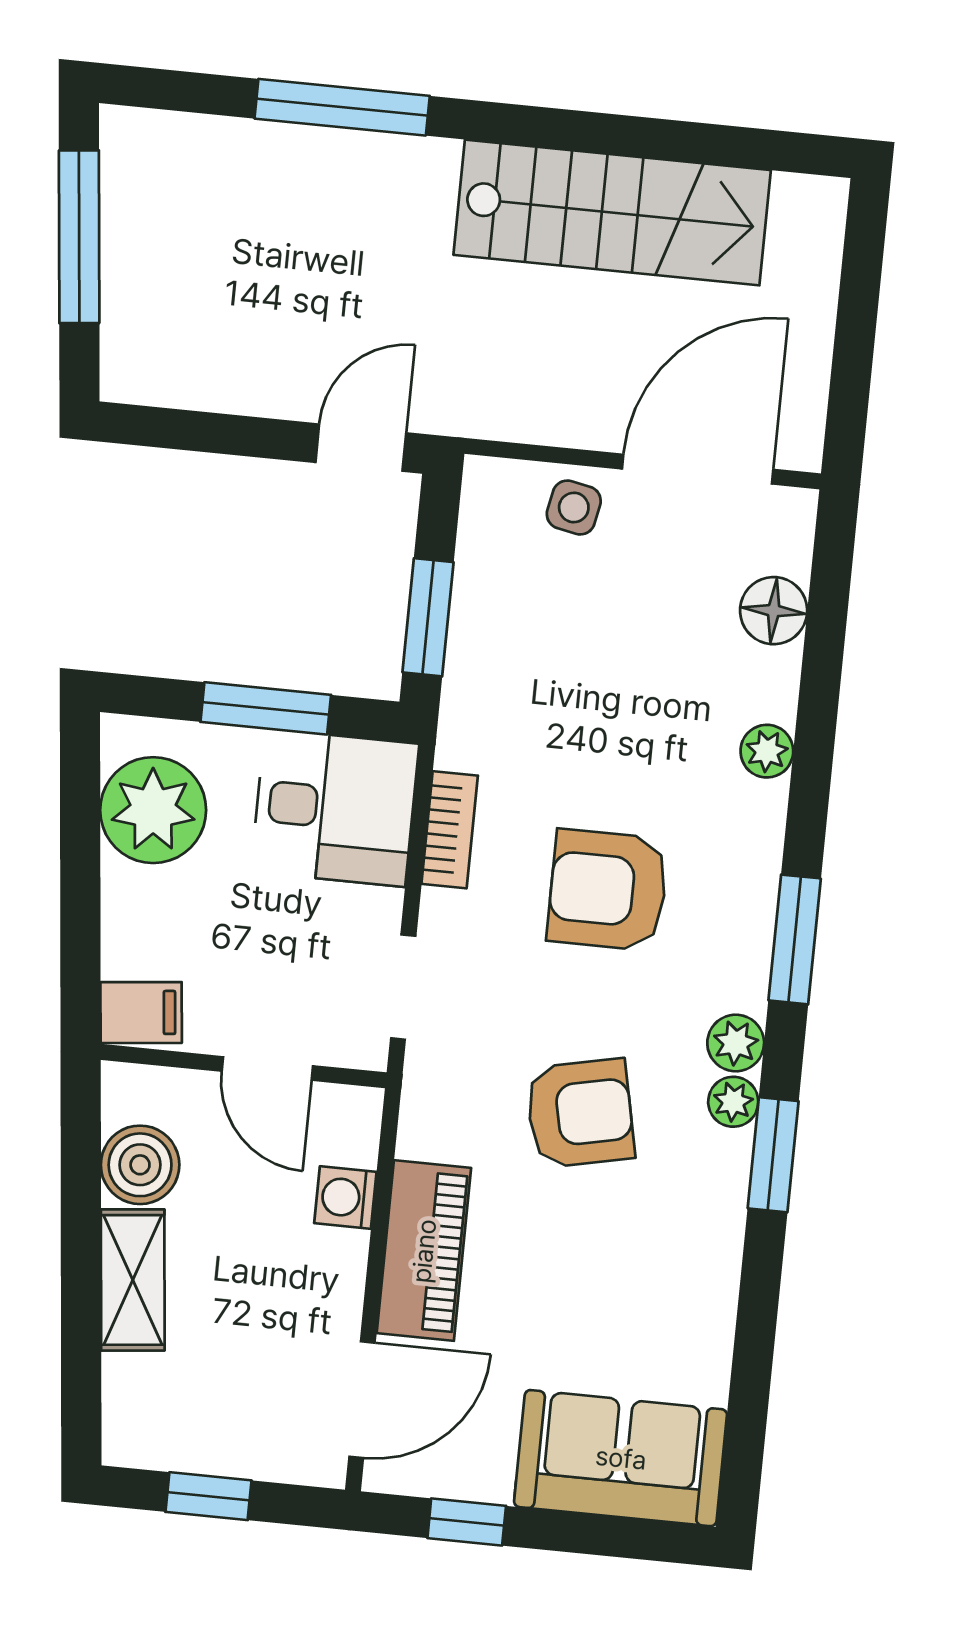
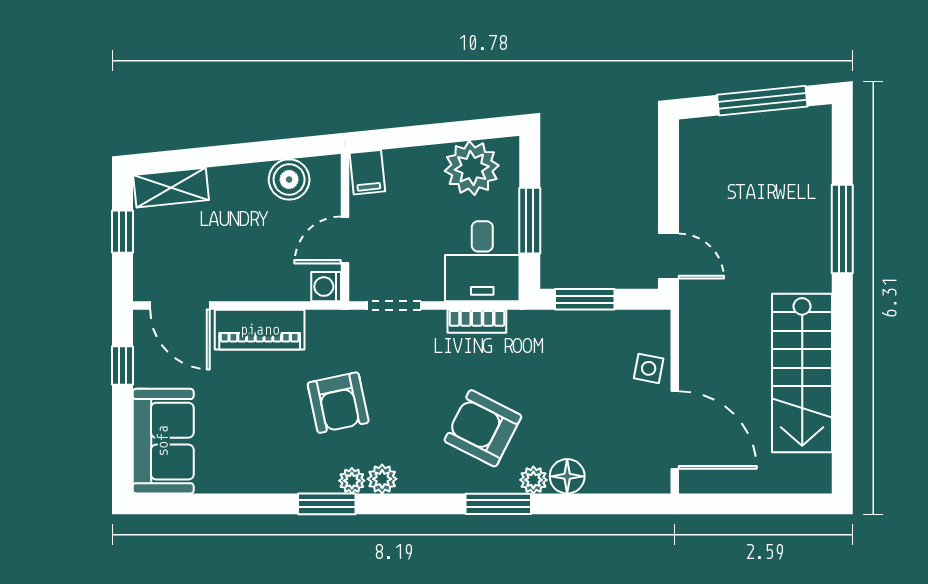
floor lamp: (774, 611) -> (567, 476), moved
armchair: (608, 890) -> (483, 428), moved, turned -63
window: (795, 939) -> (498, 504), moved
washing machine: (345, 1197) -> (326, 287), moved, turned -90
shelving: (133, 1280) -> (171, 188), moved

